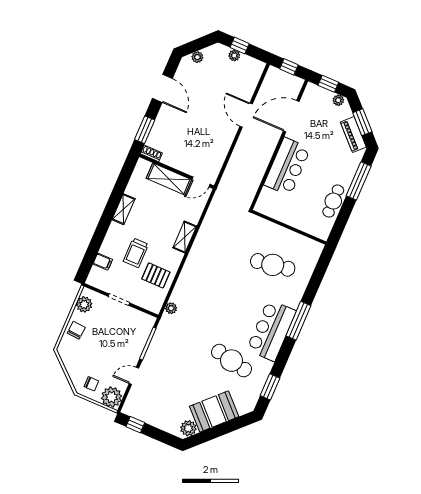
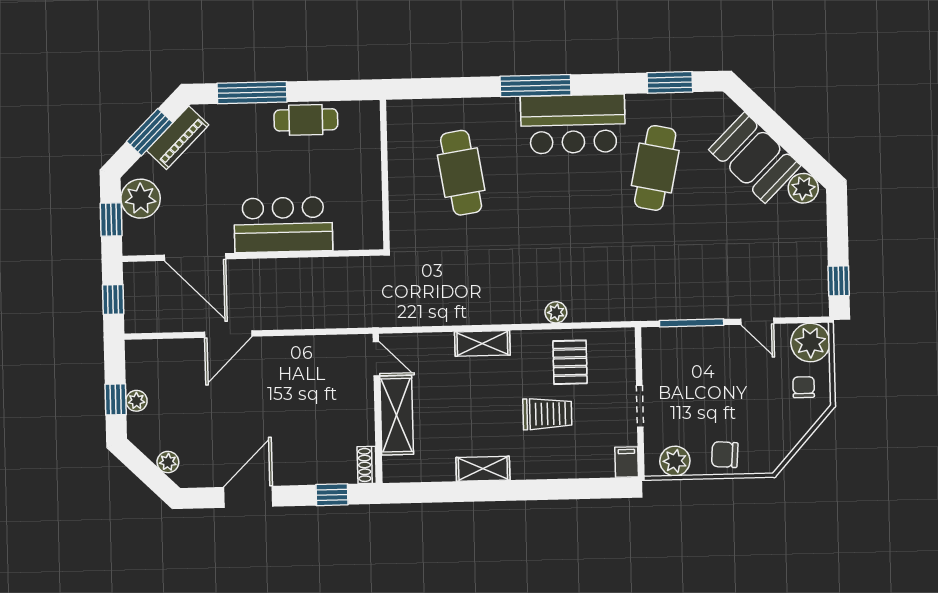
plant: (338, 100) -> (141, 199), width x1.88, depth x1.88
window: (145, 130) -> (332, 495), width x0.67
filing cabinet: (103, 262) -> (627, 462), moved
plant: (171, 308) -> (556, 312), moved

